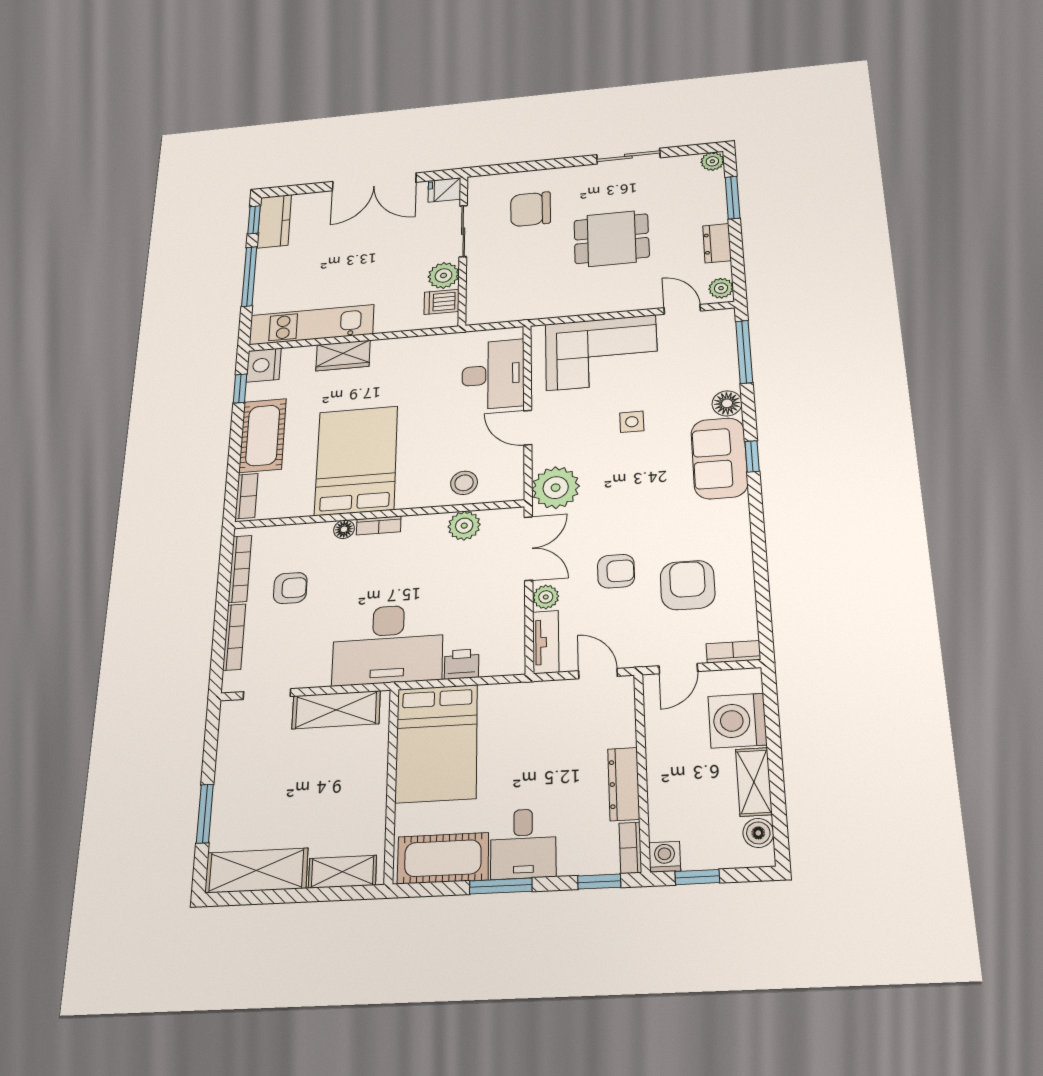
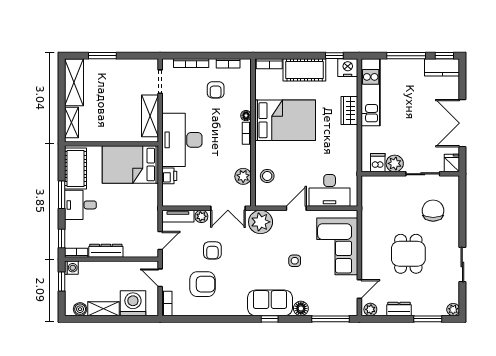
bookcase: (240, 569) -> (228, 63), width x0.64

